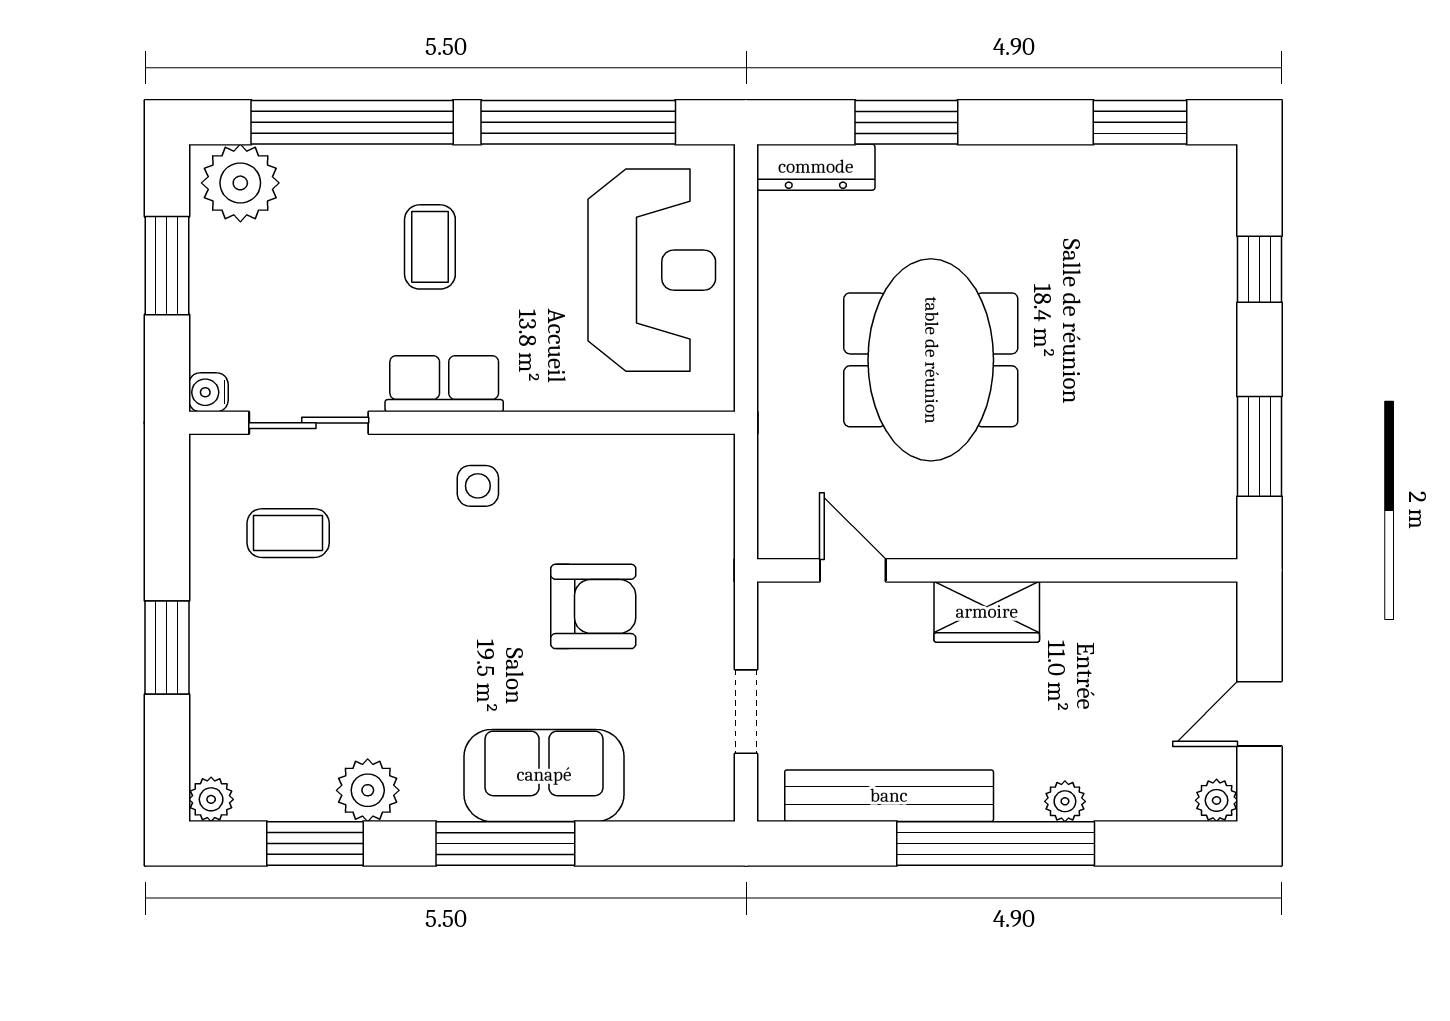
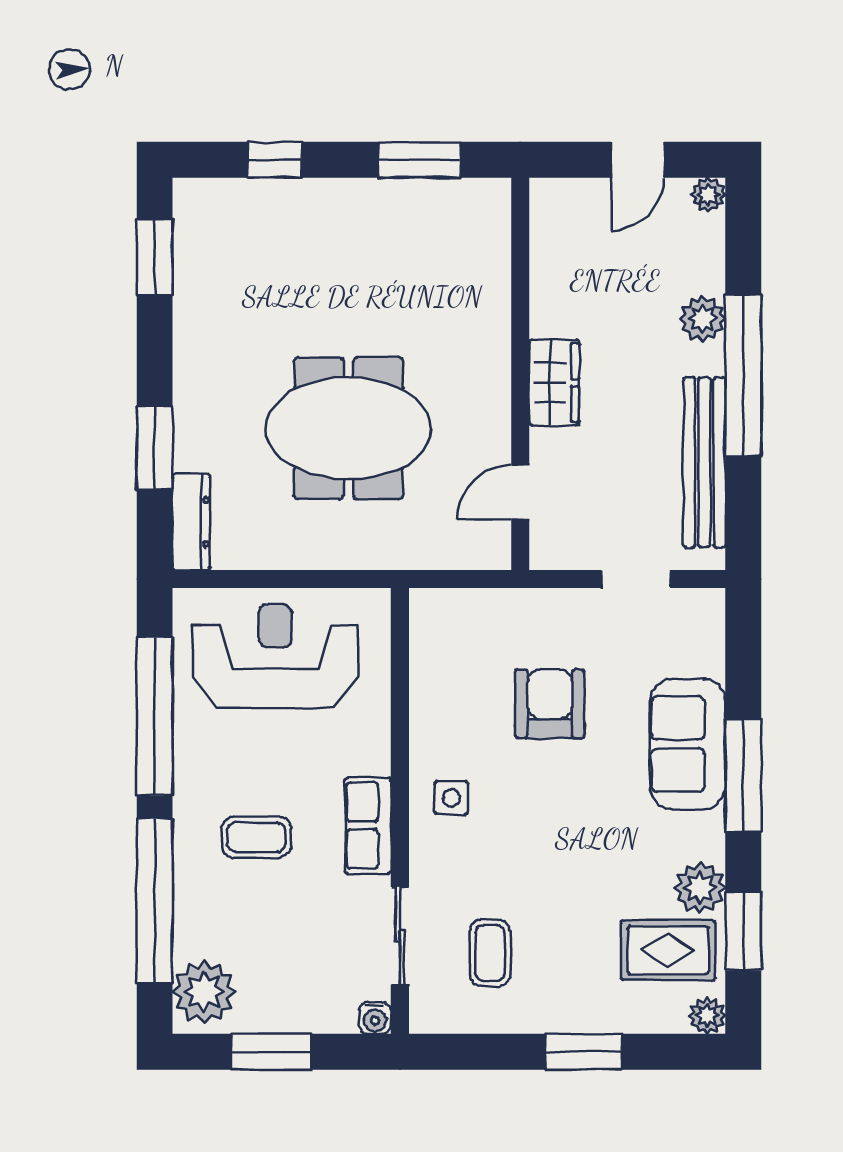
door: (1260, 714) -> (637, 160), hinge flipped
rug: (291, 751) -> (668, 950), added
plant: (1065, 801) -> (703, 319), width x1.38, depth x1.38

